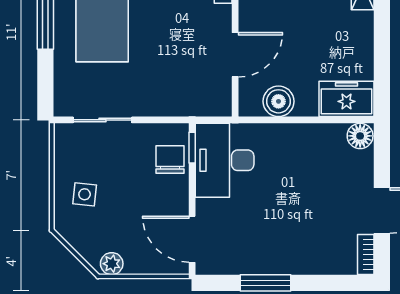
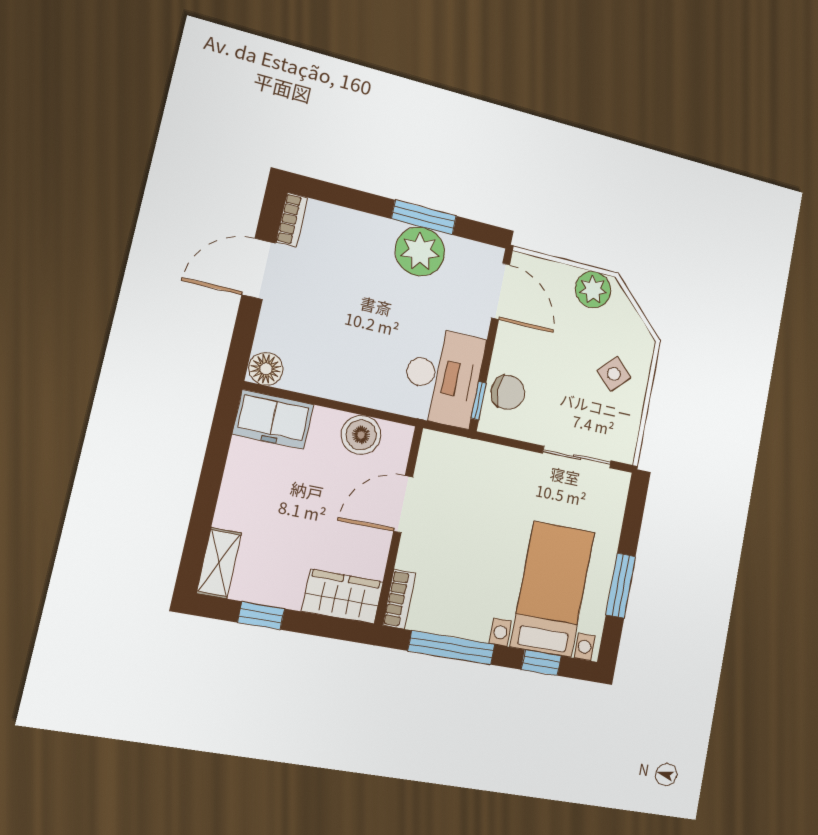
chair: (170, 159) -> (508, 392), turned -90
side table: (85, 194) -> (614, 374), turned 38
plant: (263, 255) -> (420, 251), added
plant: (112, 264) -> (593, 290), width x1.38, depth x1.38

